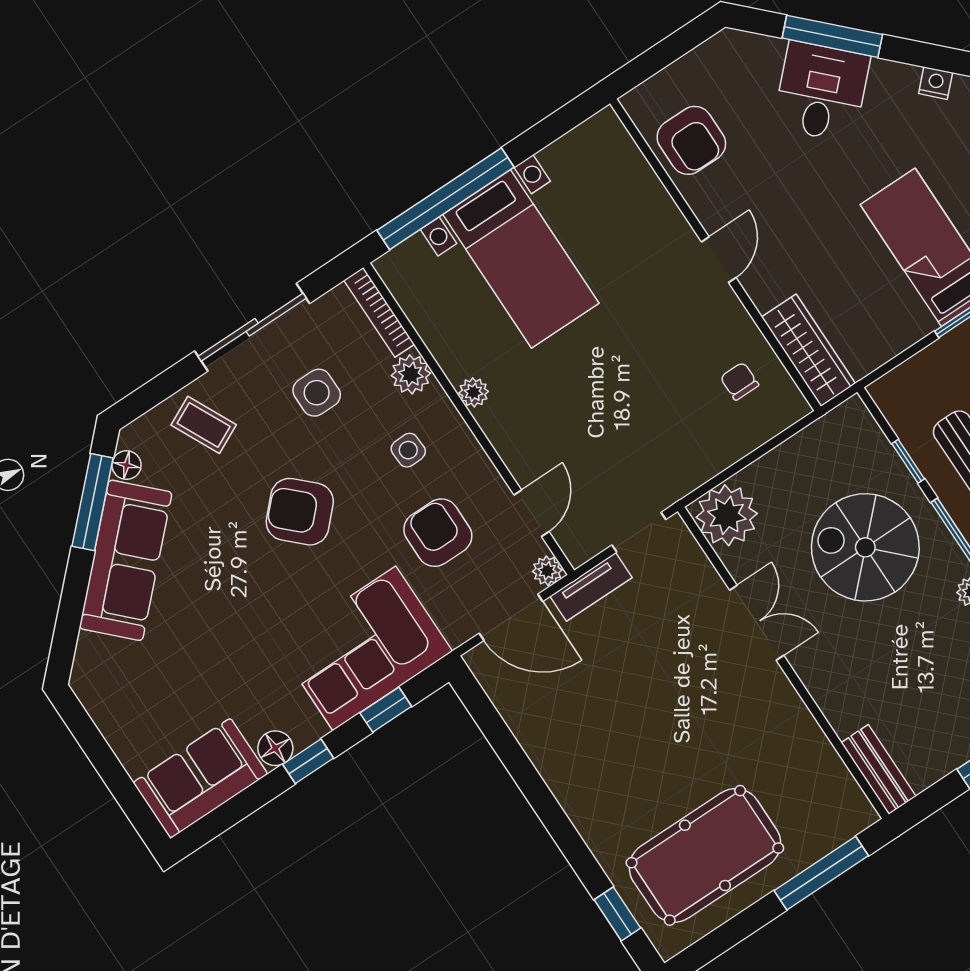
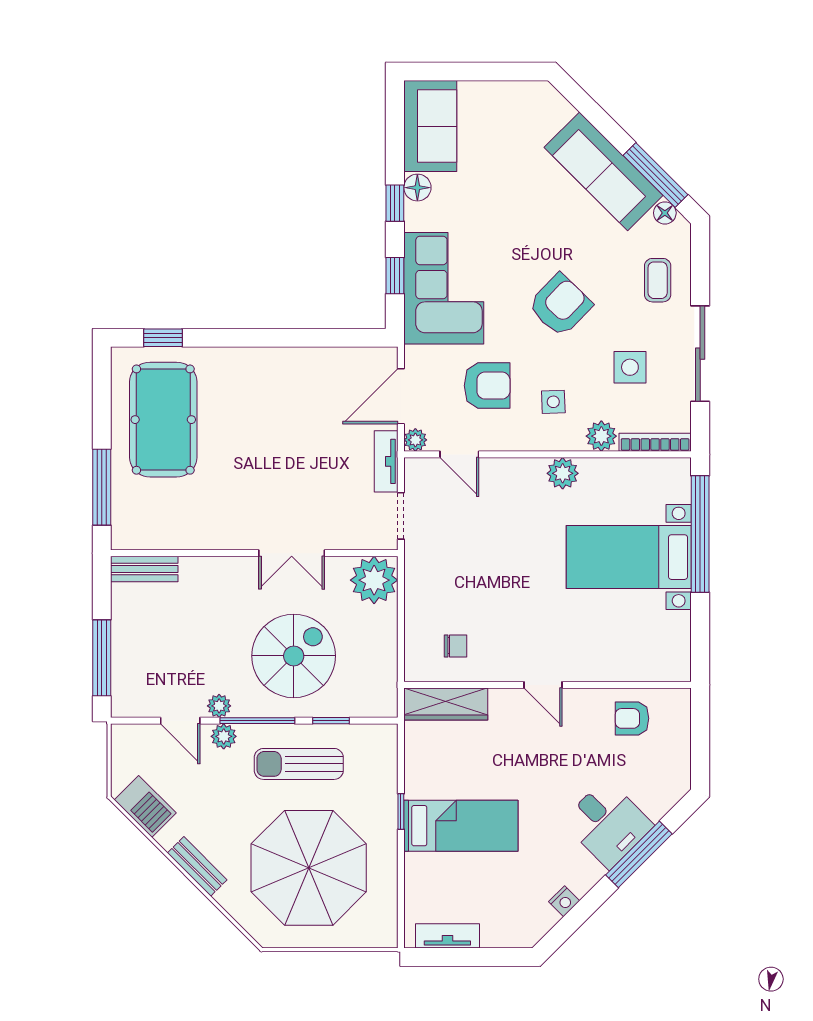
armchair: (691, 140) -> (632, 718), width x0.72, depth x0.72
plant: (474, 392) -> (563, 473), width x1.38, depth x1.38
coffee table: (204, 425) -> (658, 280), turned -64

